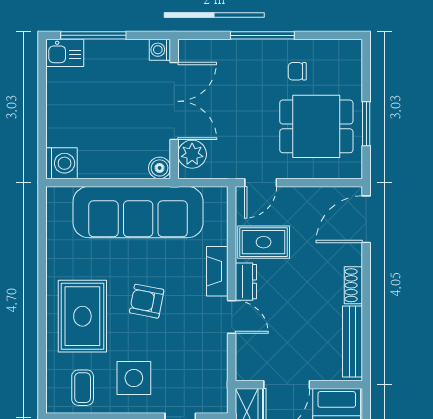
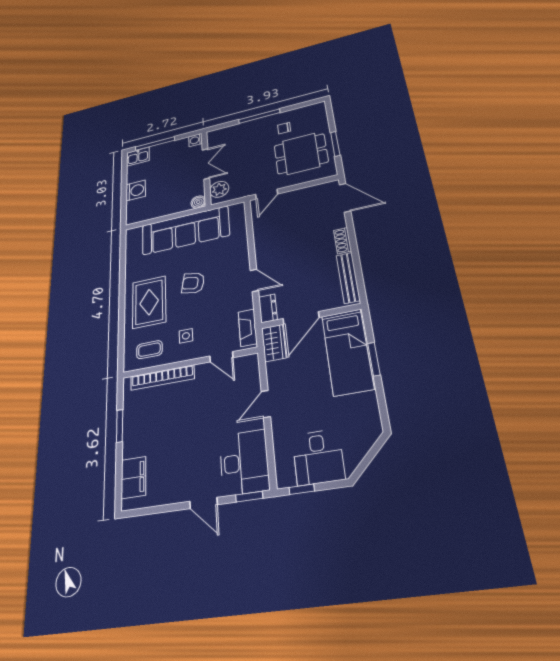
double door: (174, 101) -> (206, 164), width x0.73
washing machine: (61, 163) -> (136, 191), moved
door: (366, 219) -> (345, 198), swing flipped
rug: (264, 242) -> (273, 228), removed
fireplace: (217, 271) -> (248, 328), moved
dresser: (246, 282) -> (268, 308), moved
side table: (134, 378) -> (186, 336), width x0.54, depth x0.54
coffee table: (83, 388) -> (149, 350), turned 90

